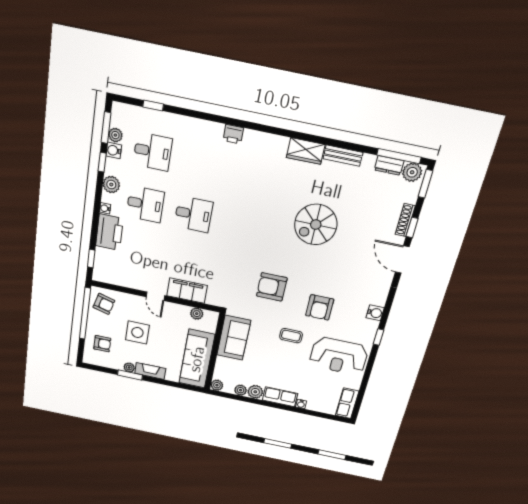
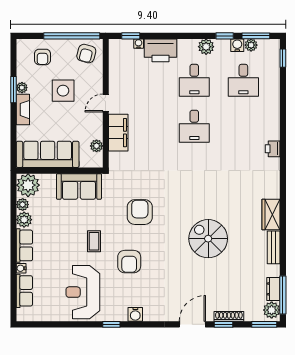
window: (153, 106) -> (283, 58), moved
water cooler: (105, 208) -> (139, 44), moved
armchair: (320, 307) -> (129, 262), turned -90
plant: (217, 385) -> (28, 185), width x1.88, depth x1.88
row of seats: (347, 403) -> (24, 291), moved, turned 90

